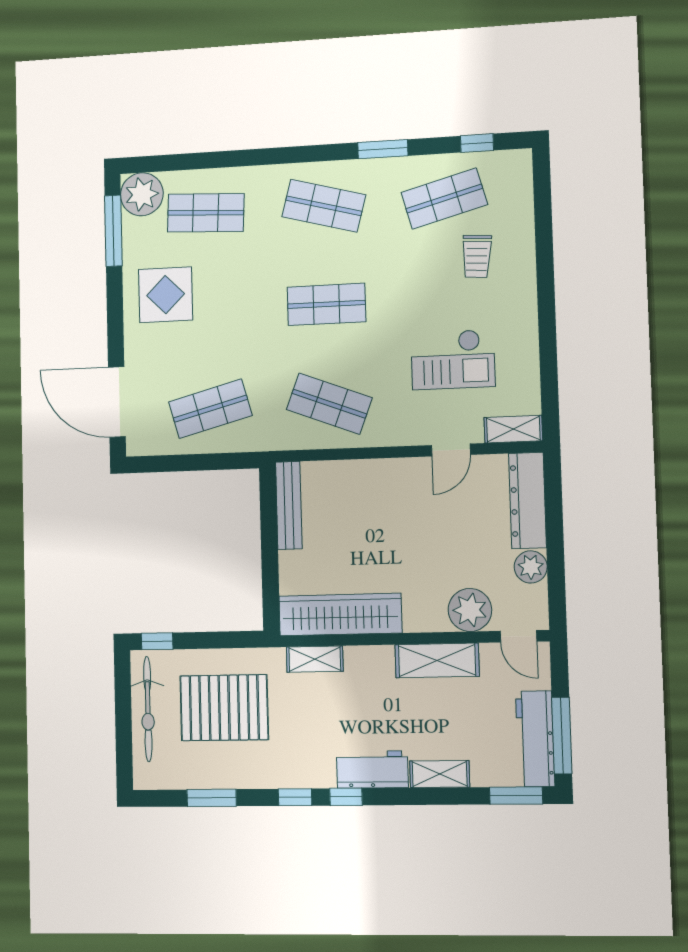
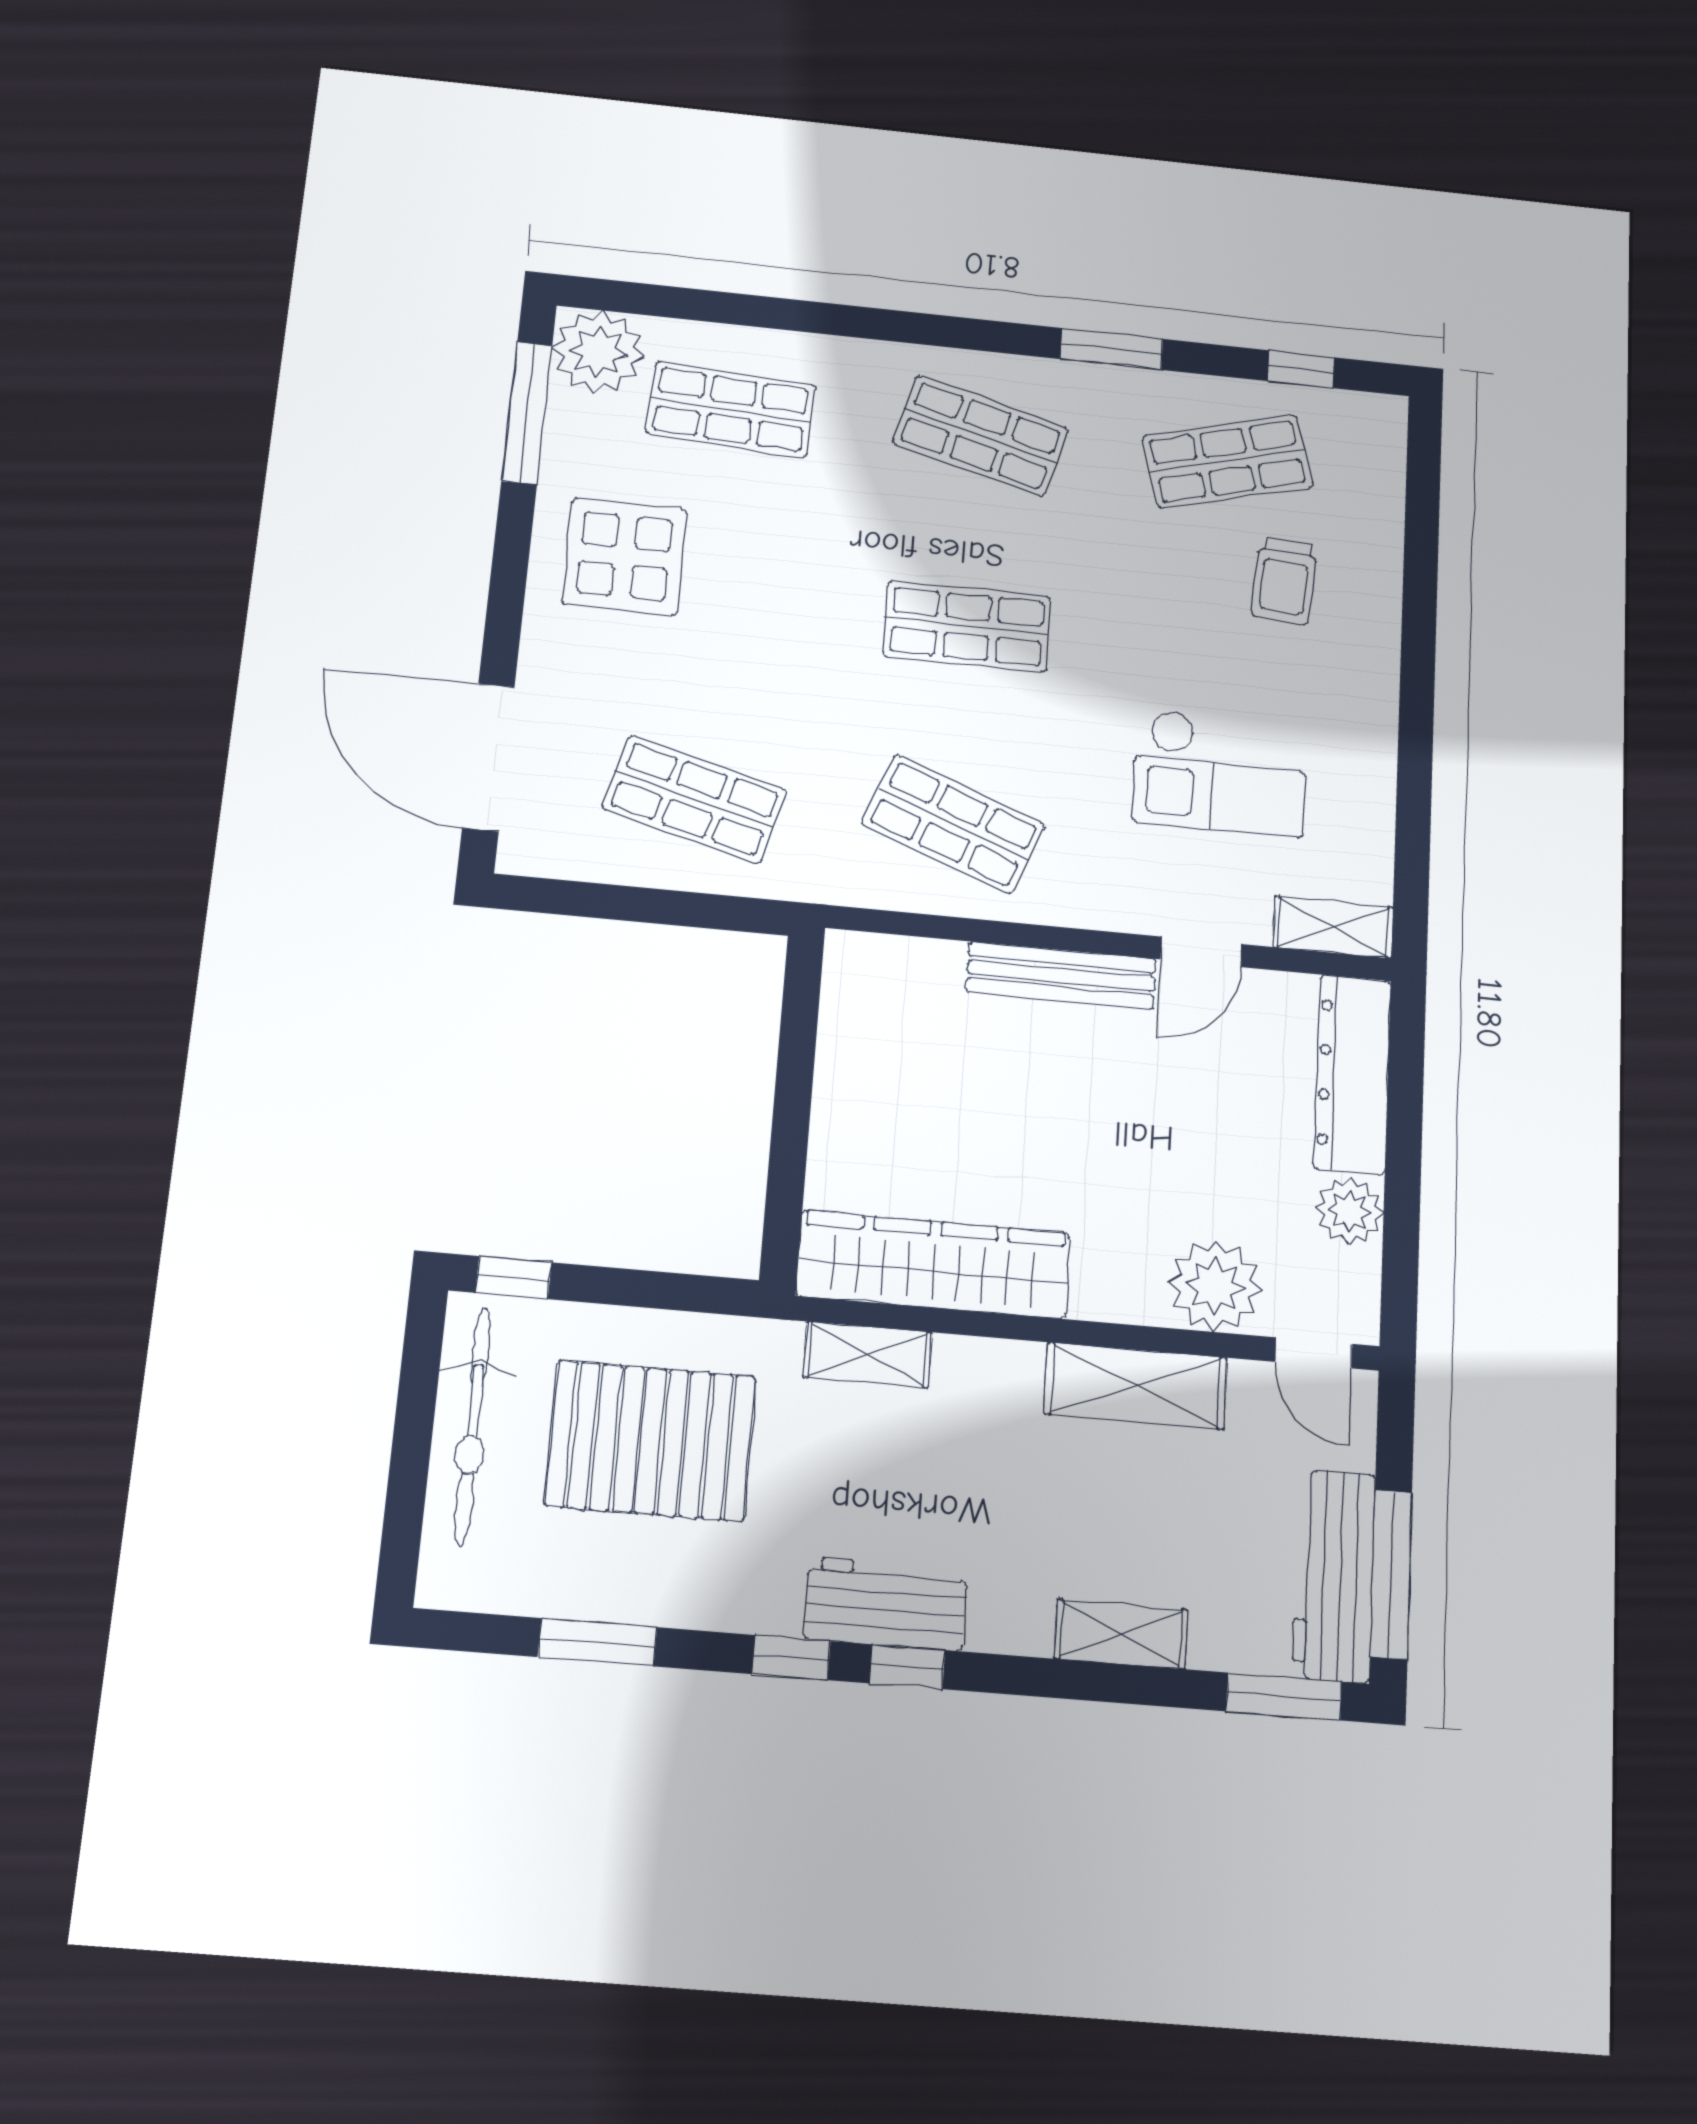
shop shelf: (210, 409) -> (695, 799), turned 30
bench: (289, 505) -> (1061, 975), moved, turned 90
workbench: (372, 769) -> (886, 1604), moved

